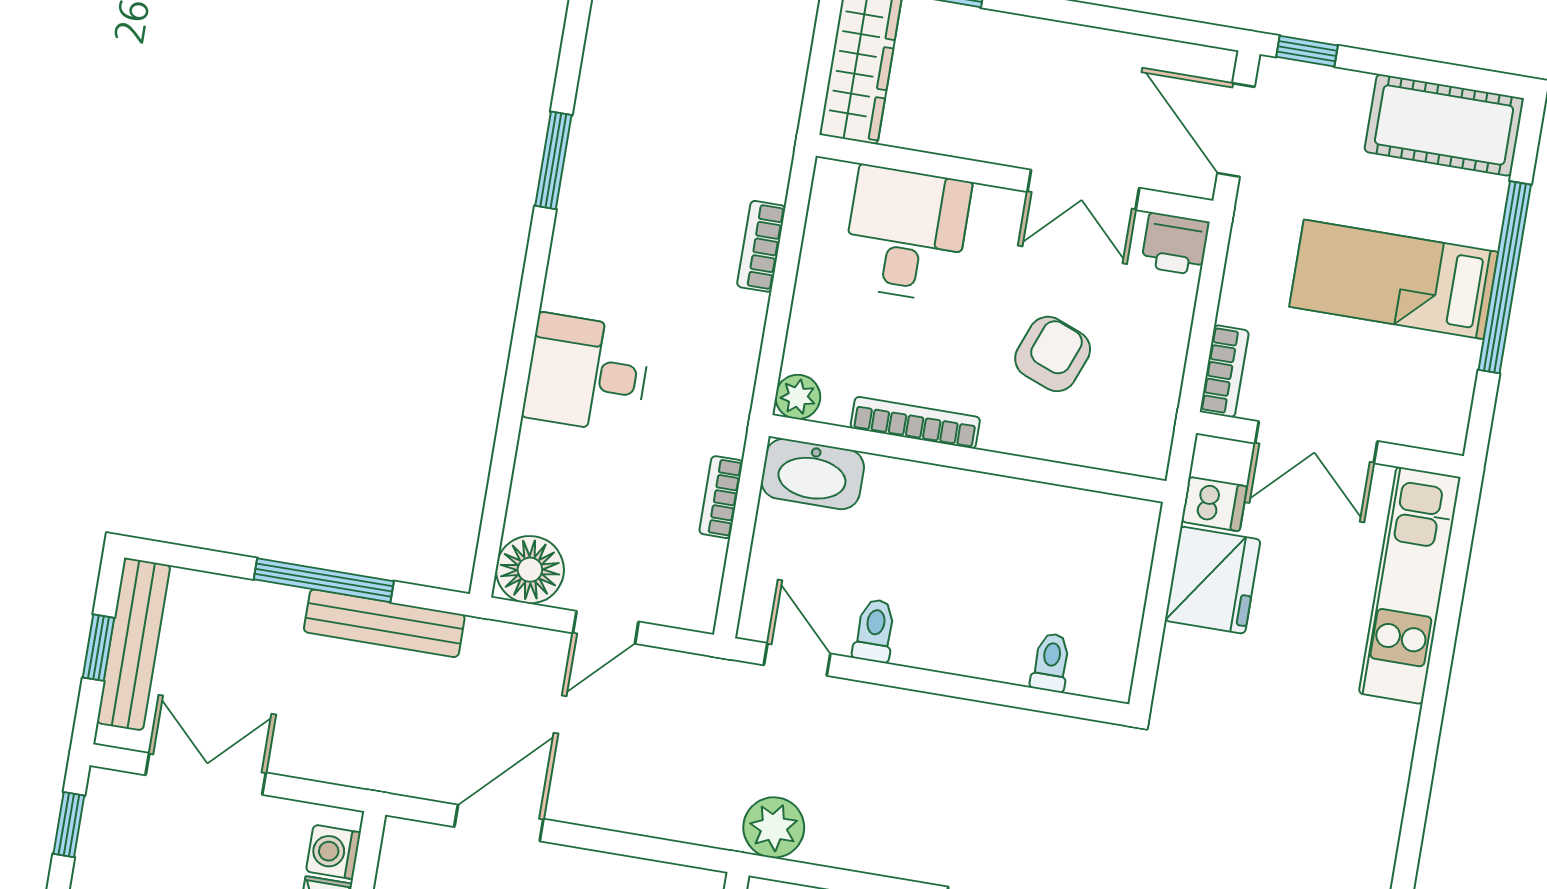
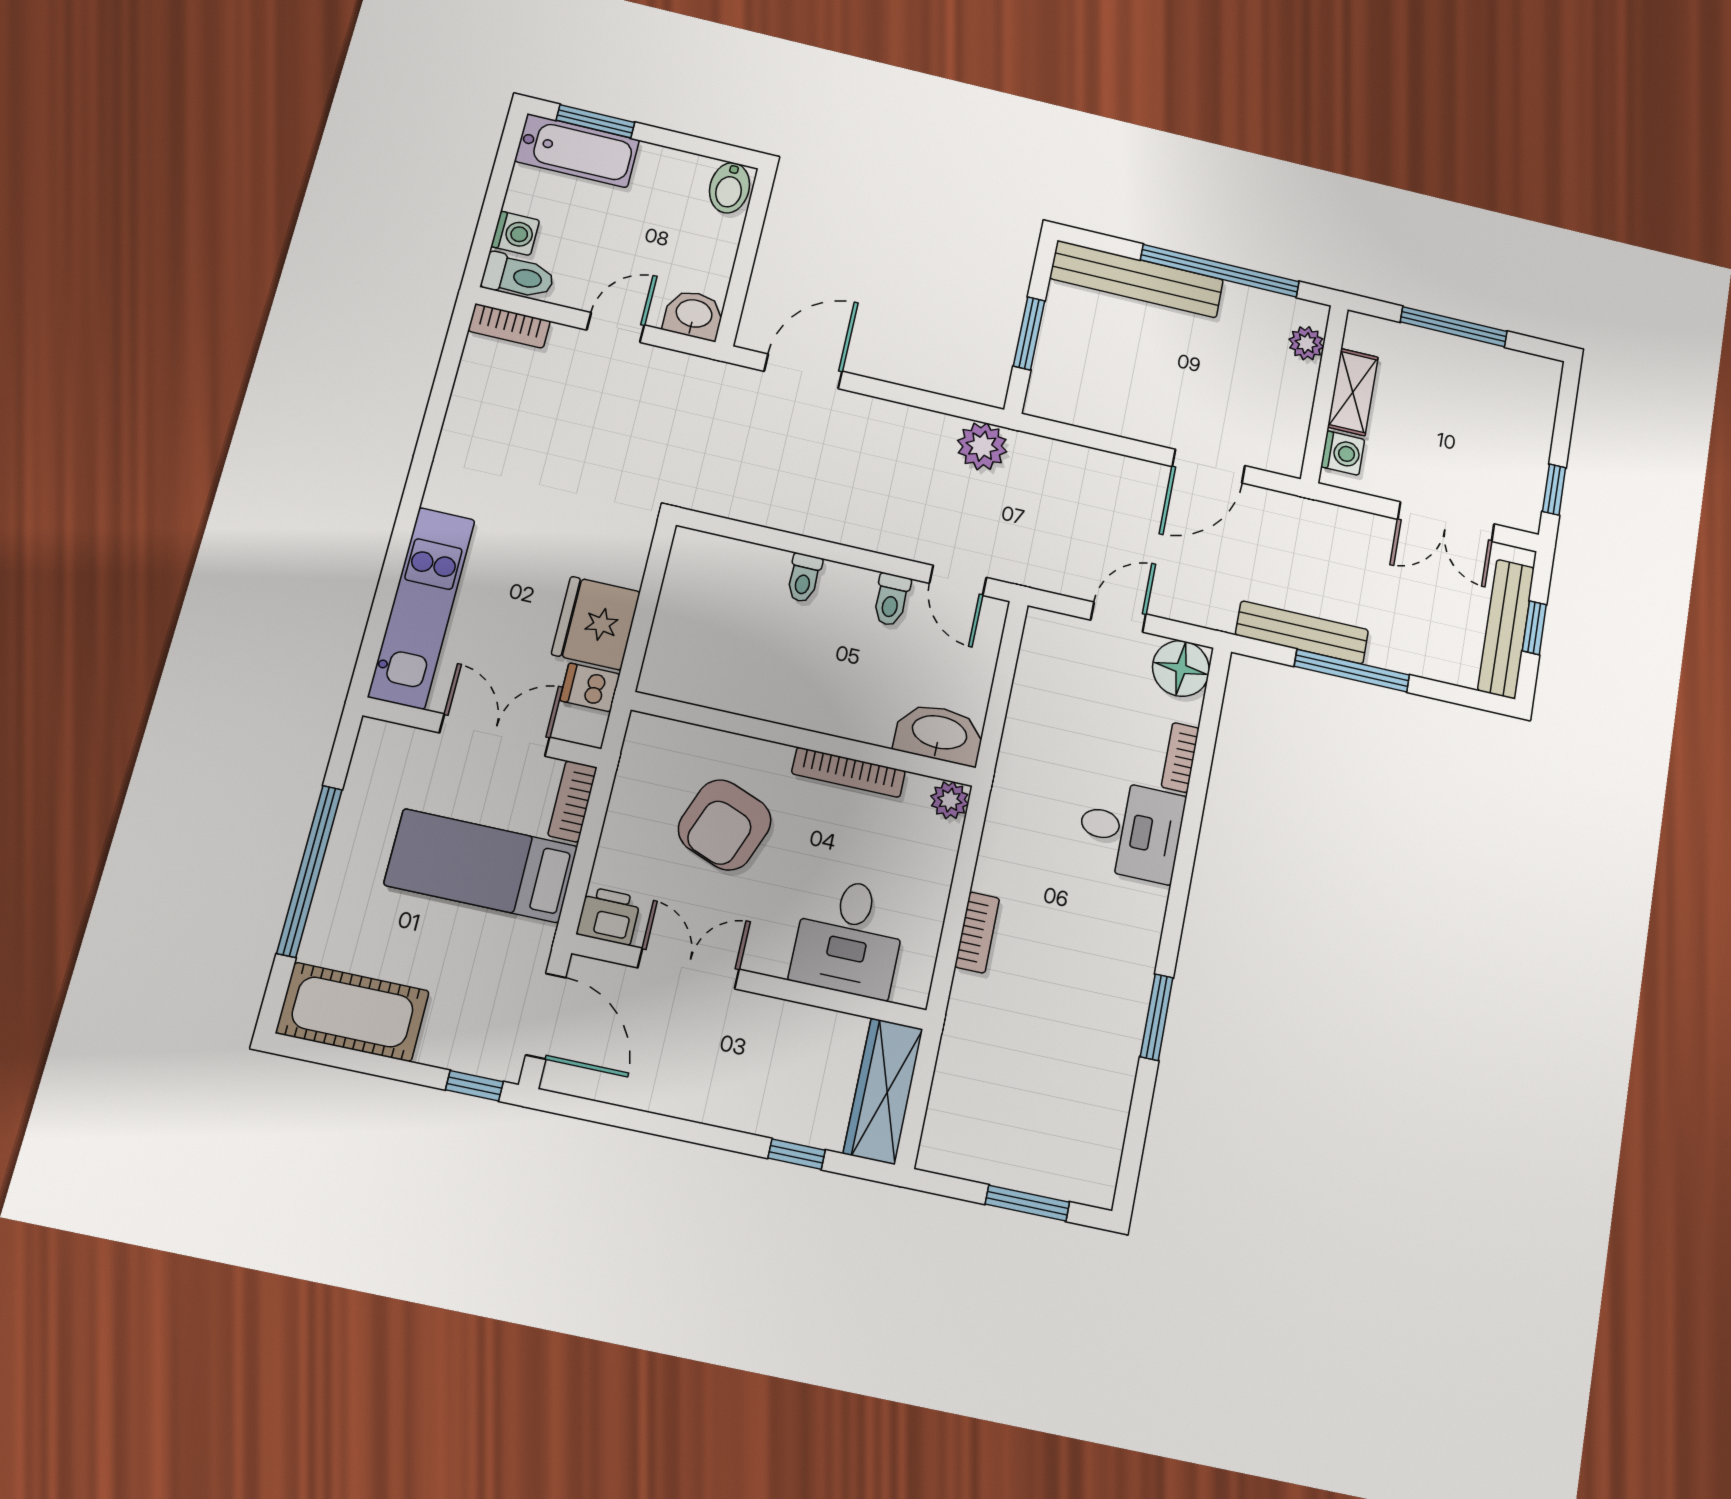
bed: (1394, 279) -> (481, 866), moved, turned 180
armchair: (1053, 354) -> (725, 825), width x1.38, depth x1.38
bookcase: (721, 497) -> (1180, 757), moved, turned 180
toilet: (1051, 662) -> (804, 578), moved

